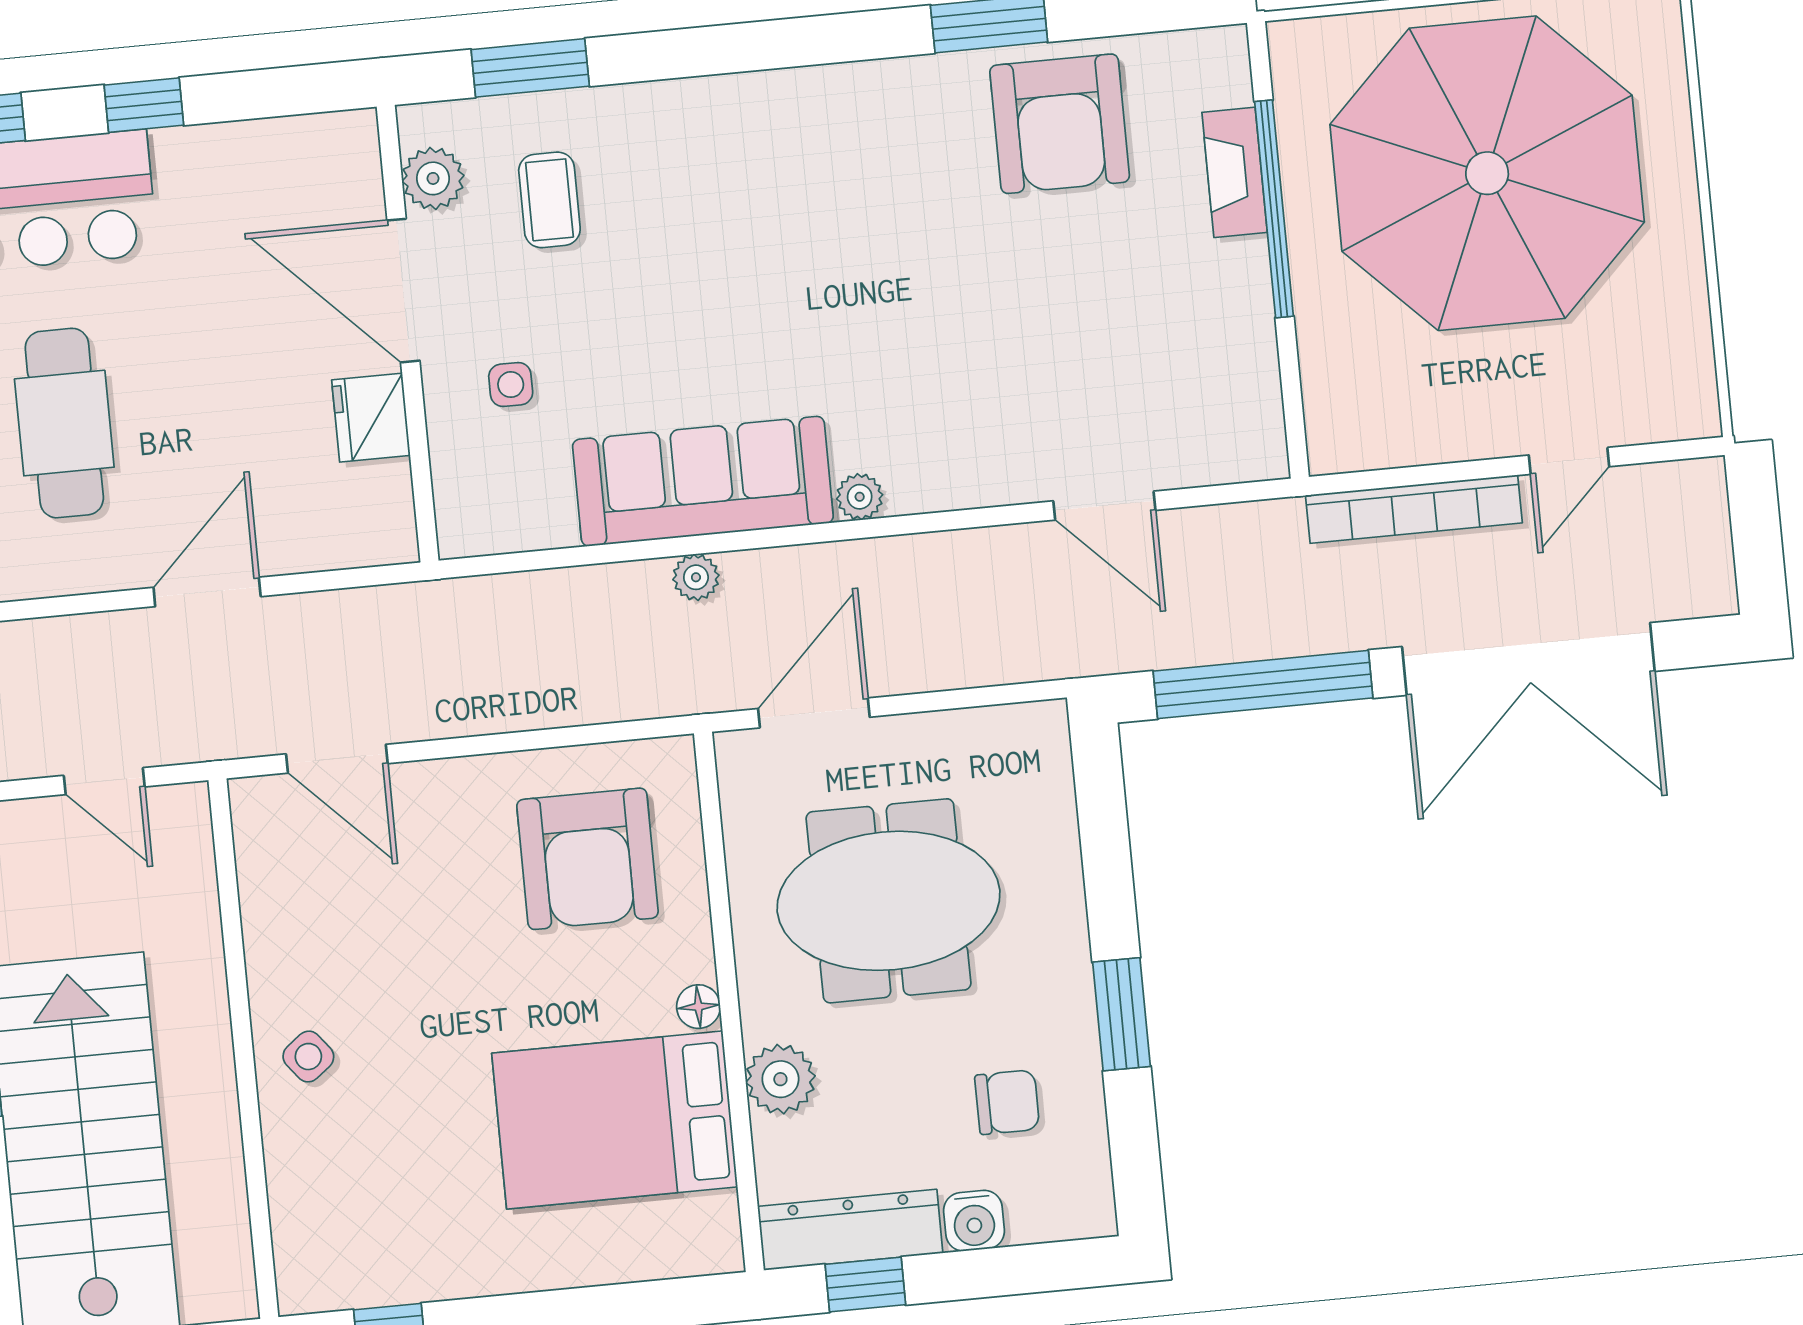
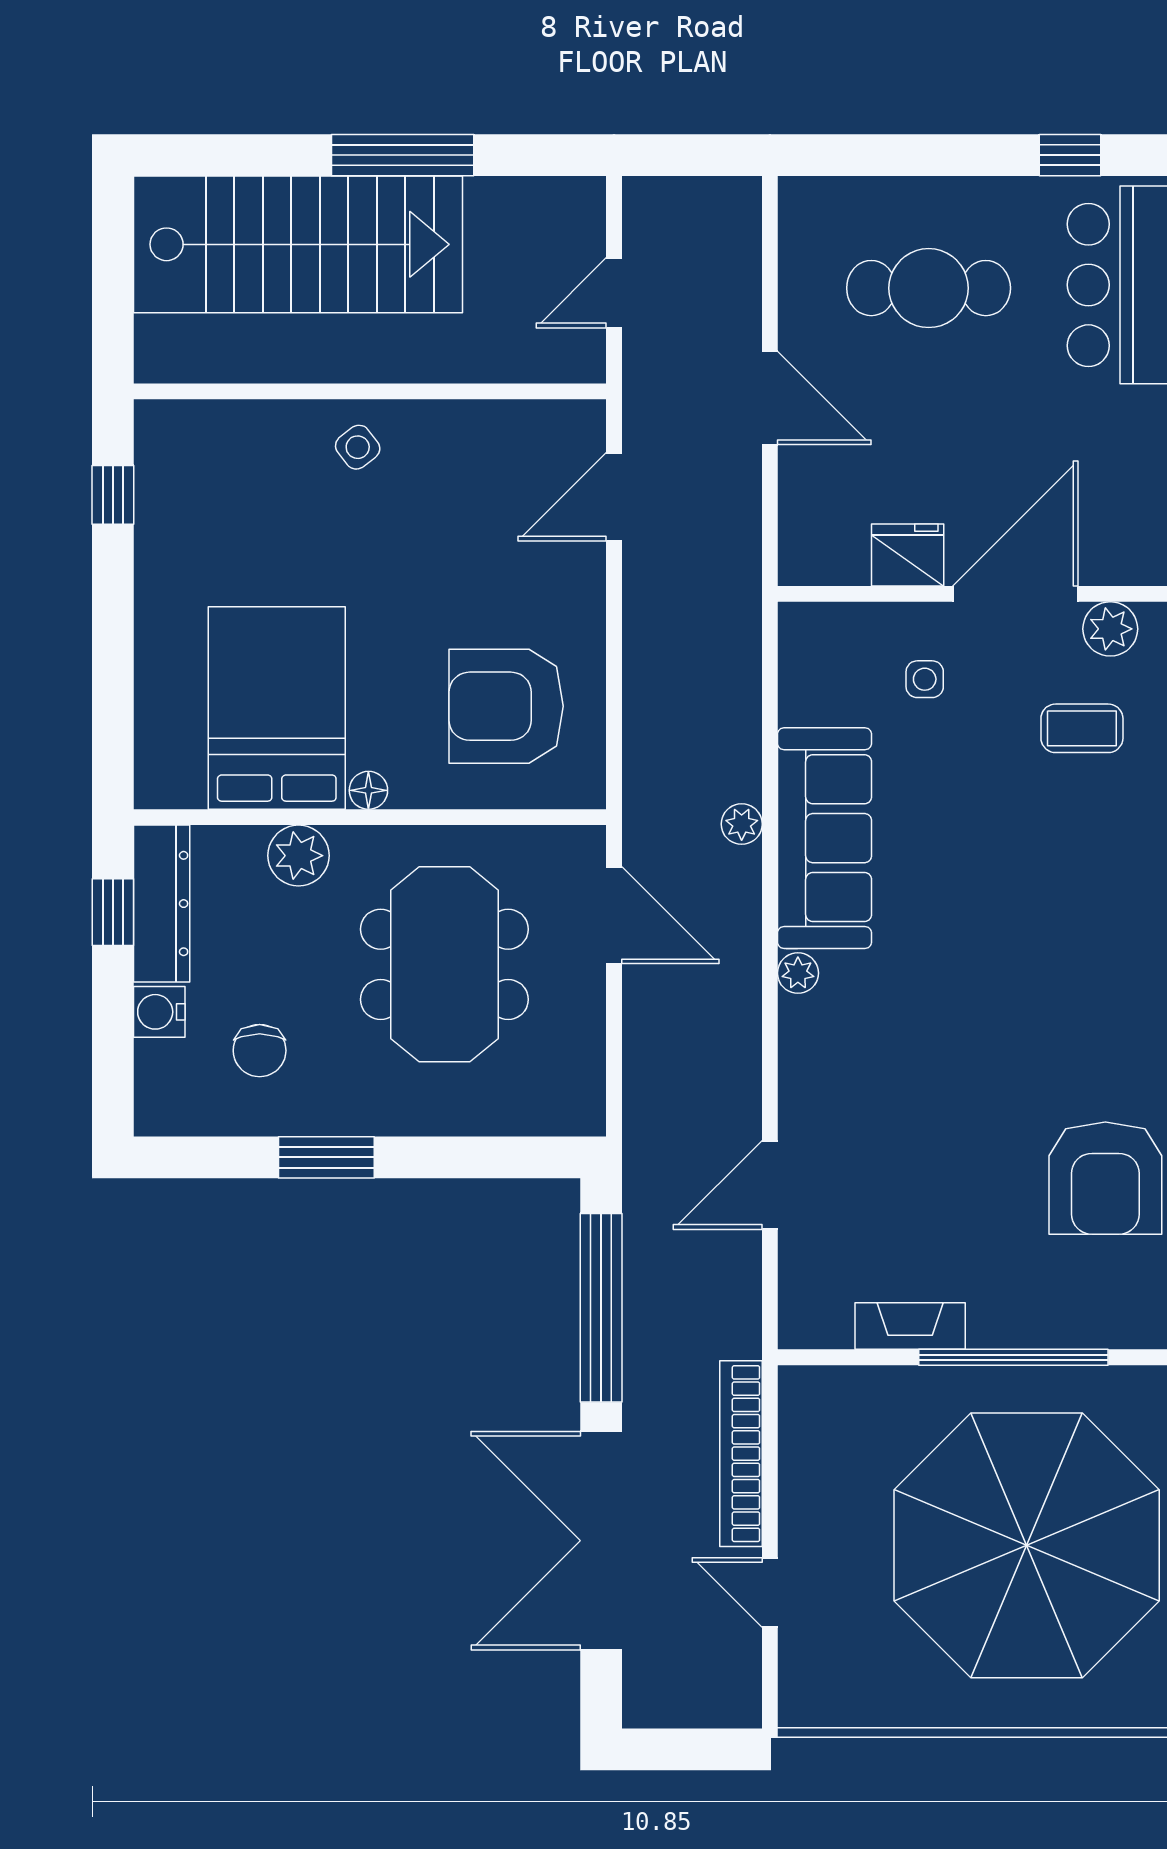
armchair: (1060, 124) -> (1105, 1178), turned -90
fireplace: (1235, 172) -> (910, 1326), moved

